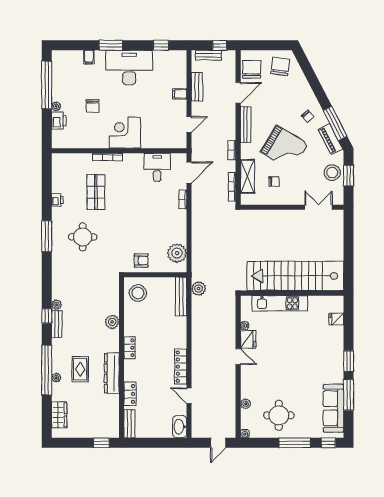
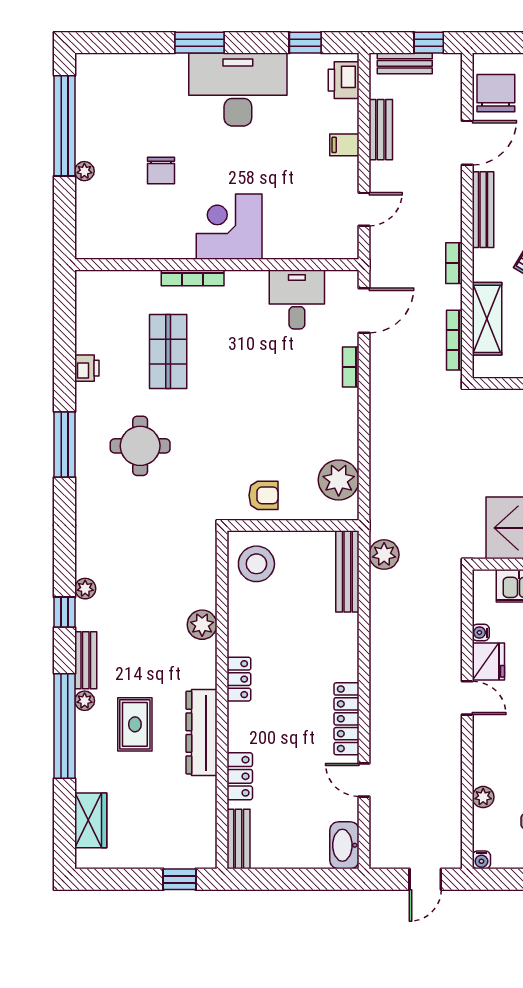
filing cabinet: (89, 57) -> (153, 67), removed
printer: (59, 121) -> (344, 80), moved, turned 180
bench: (57, 324) -> (86, 660), moved
plant: (56, 378) -> (85, 701), moved

